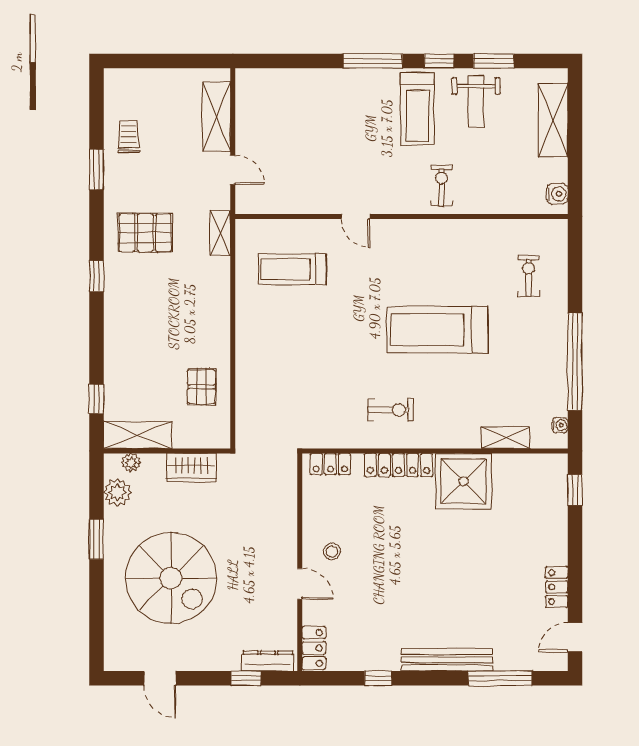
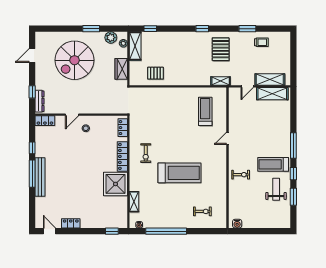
weight bench: (476, 102) -> (276, 189), turned 90
shelving: (553, 120) -> (272, 94), moved
treadmill: (437, 330) -> (180, 173), turned 90
window: (500, 678) -> (32, 174), moved

